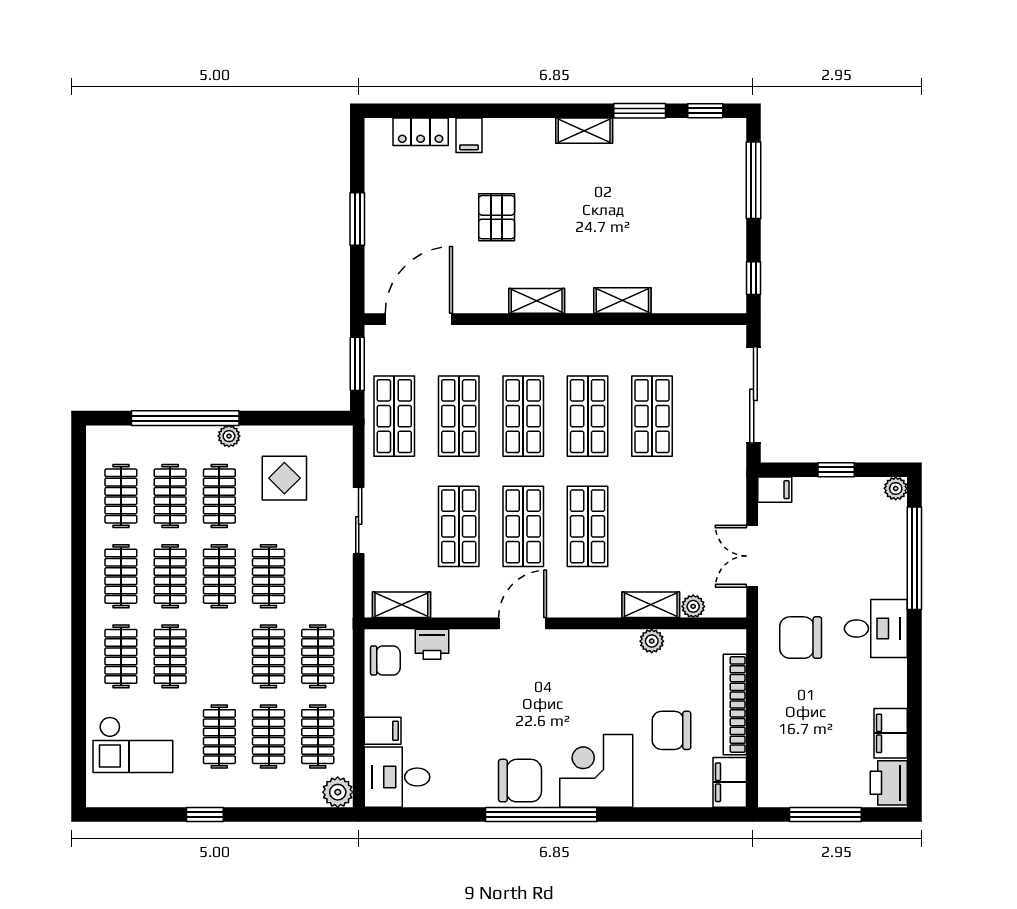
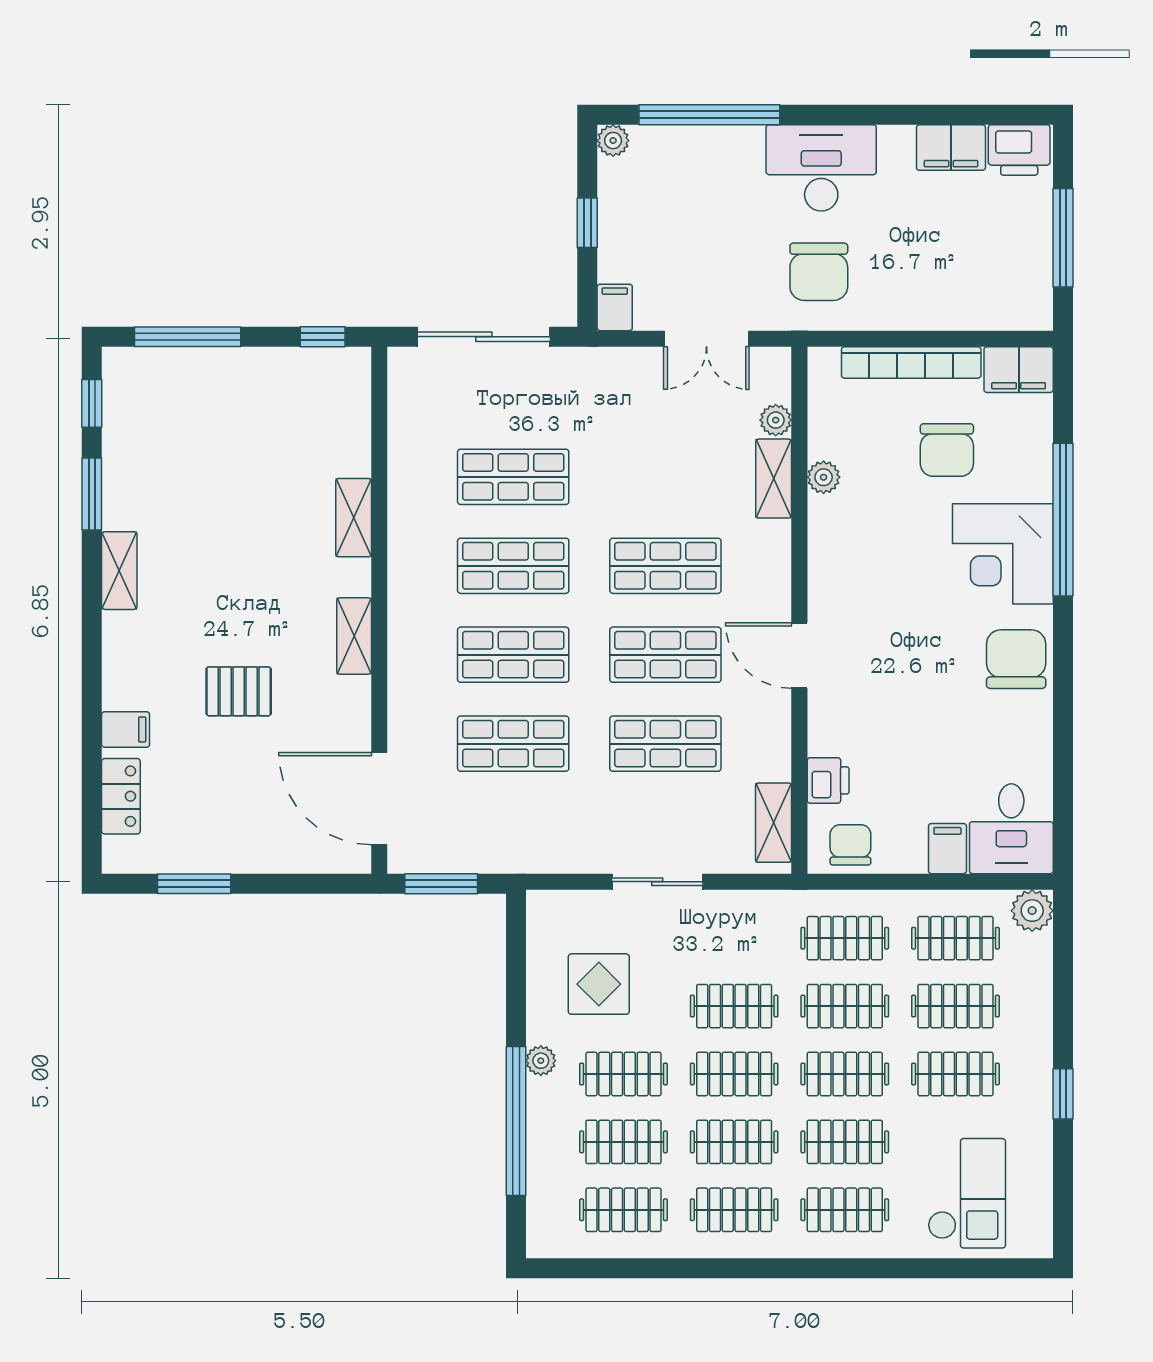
window: (357, 219) -> (194, 884), moved
shop shelf: (394, 416) -> (513, 833), removed
desk: (876, 628) -> (821, 168), width x1.37
clothes rail: (219, 656) -> (845, 1074), added
window: (541, 814) -> (1063, 520), moved

